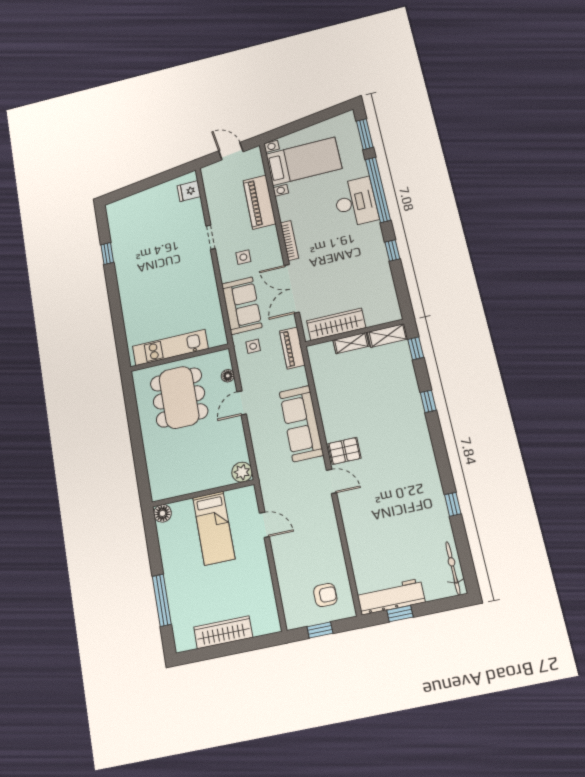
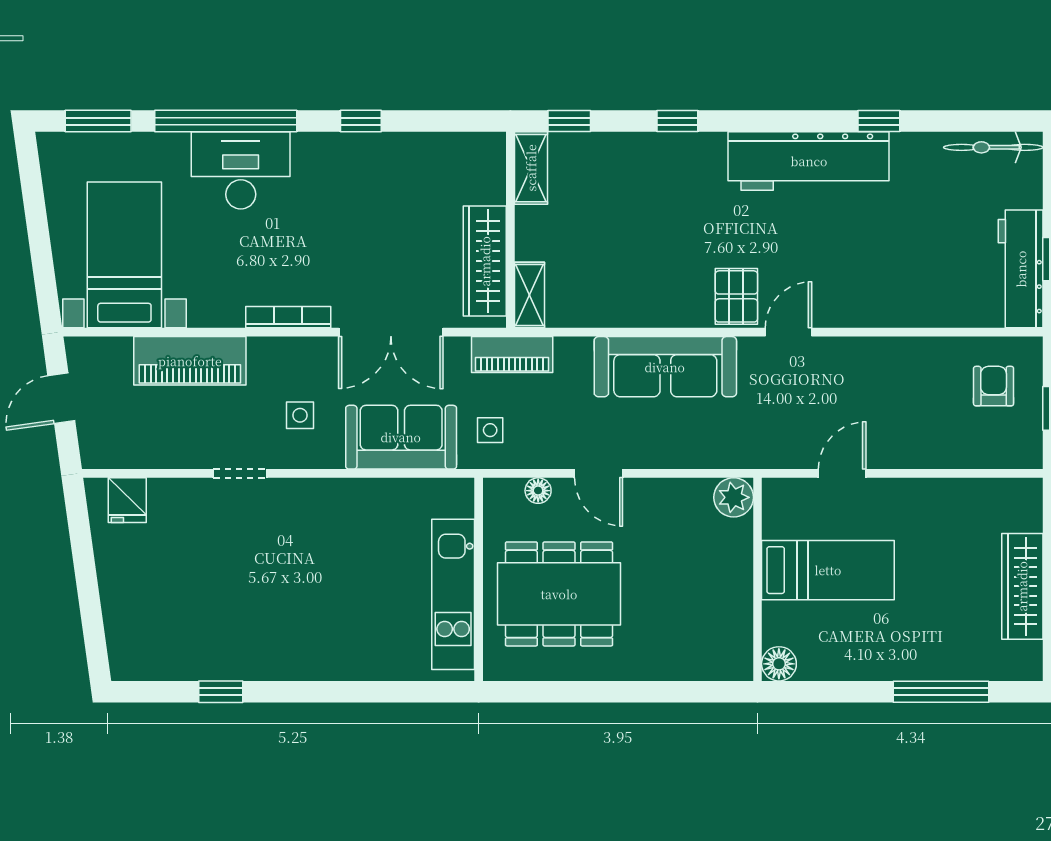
shelving: (351, 343) -> (529, 295), moved
workbench: (423, 472) -> (809, 161), added

